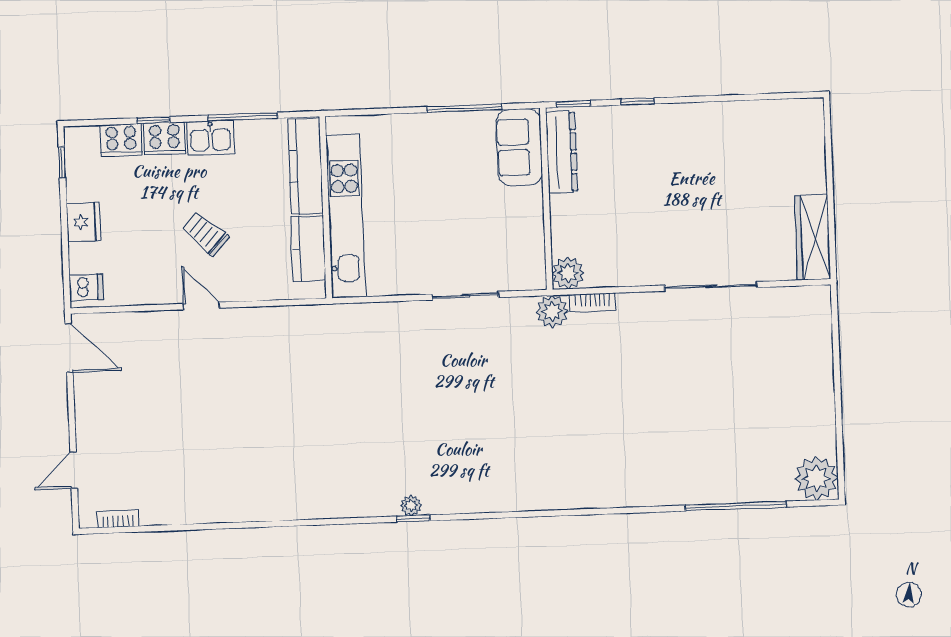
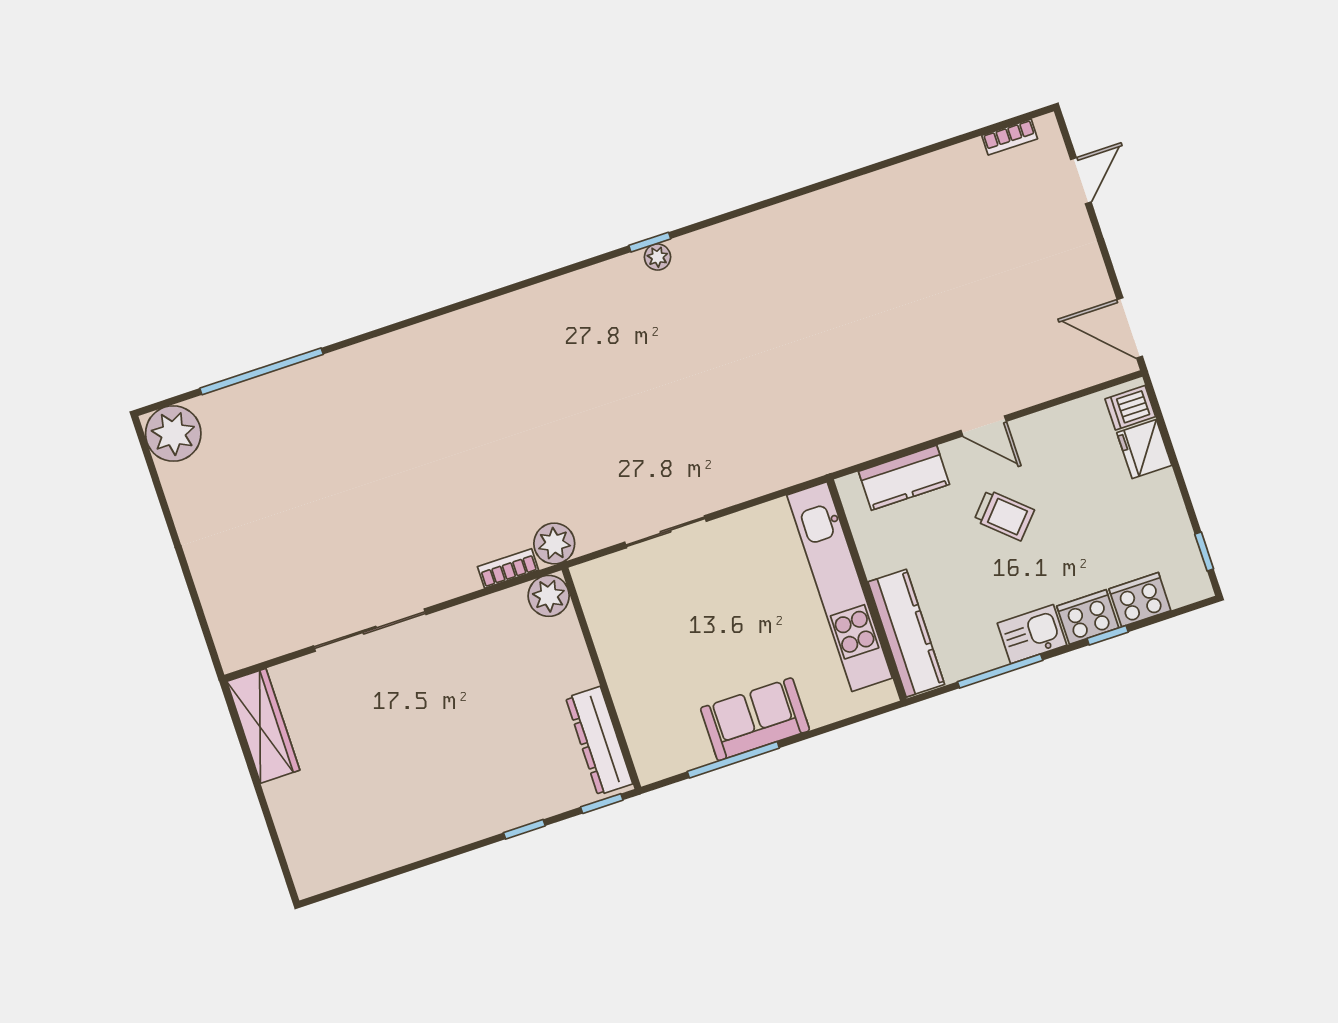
sofa: (519, 147) -> (755, 719), moved, turned -90
fridge: (83, 222) -> (1144, 449), moved
kitchen counter: (308, 249) -> (904, 478), moved, turned 90

